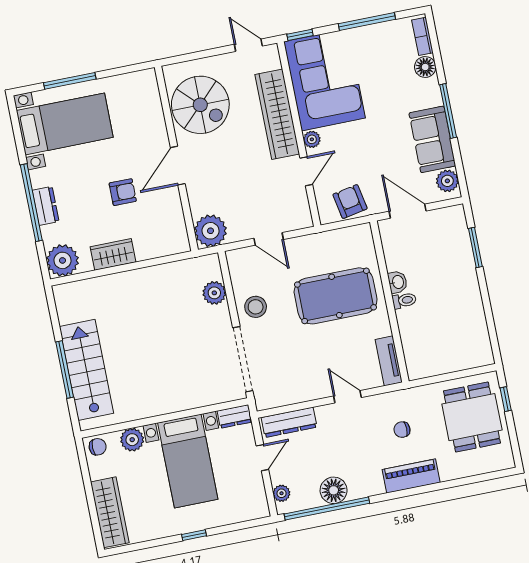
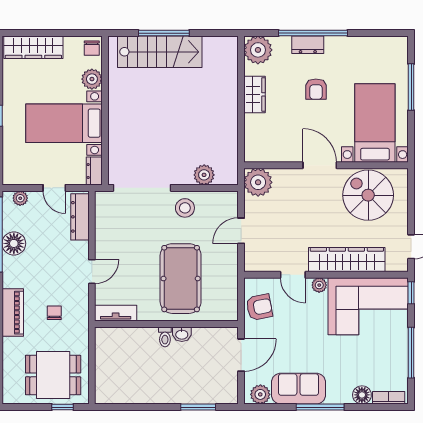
spiral stairs: (200, 105) -> (368, 195), turned 90
bed with nightstands: (65, 124) -> (375, 123), moved, turned 180
armchair: (123, 192) -> (316, 89), moved

